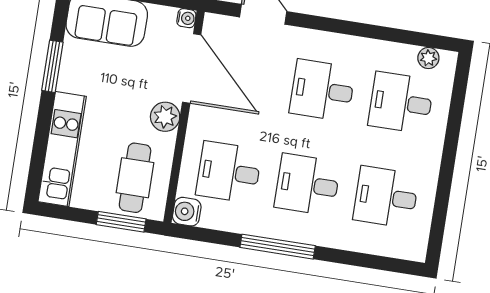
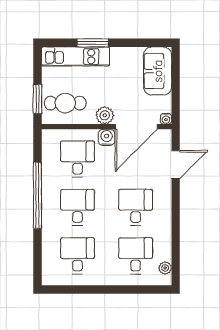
window: (52, 66) -> (93, 43), moved
water cooler: (187, 212) -> (107, 137), moved
window: (278, 247) -> (37, 195), width x1.46

